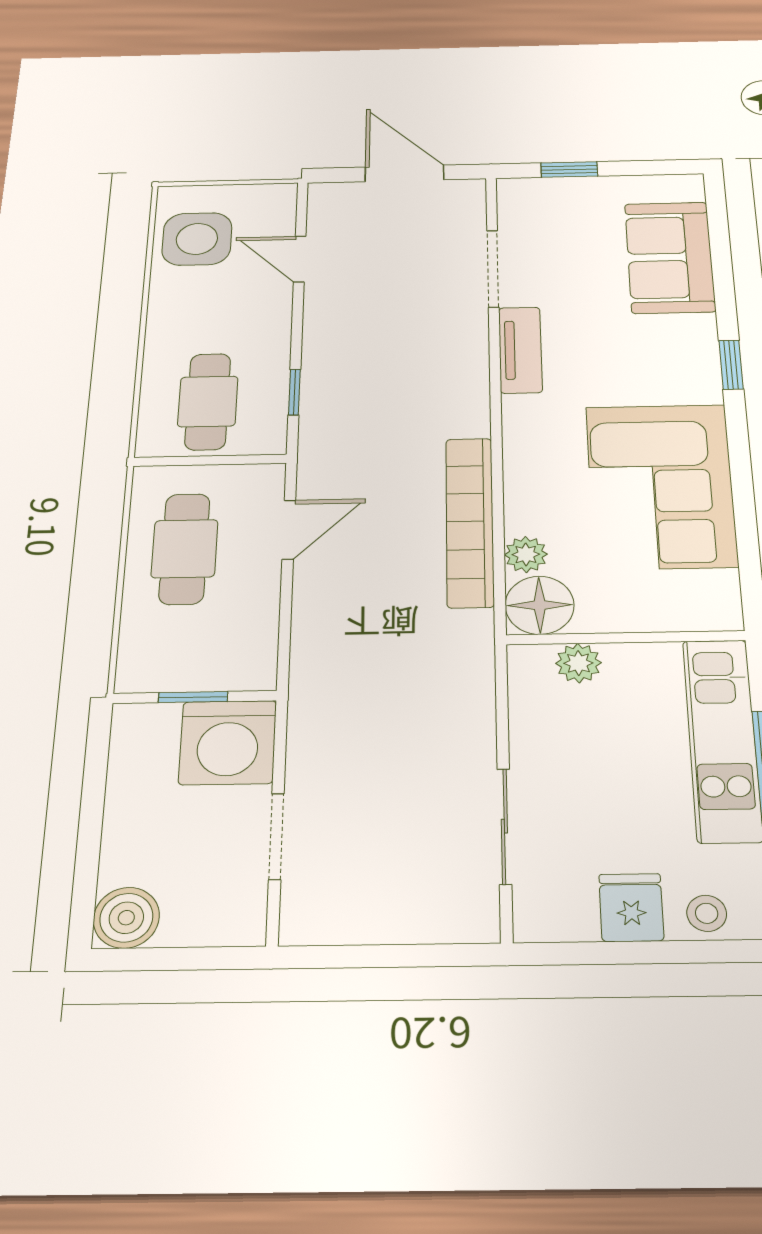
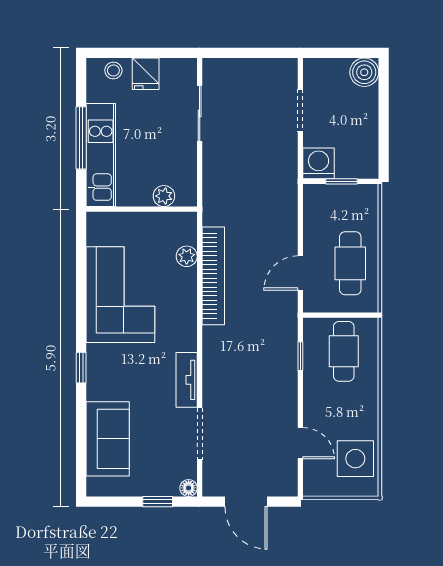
floor lamp: (540, 605) -> (189, 488), moved, width x0.53, depth x0.53
washing machine: (228, 742) -> (319, 163), width x0.73, depth x0.73

